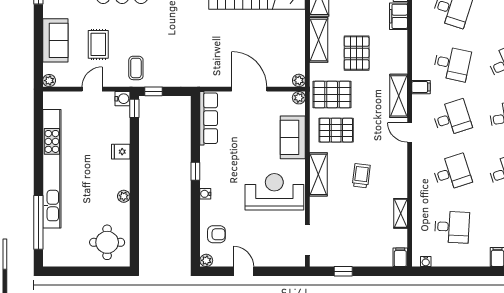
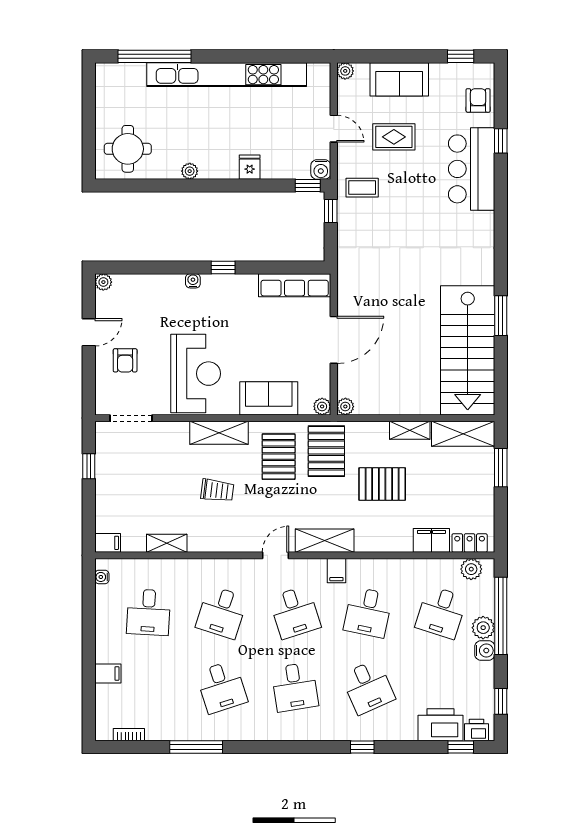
shelving: (319, 40) -> (410, 430), width x0.67, depth x0.75
desk: (452, 172) -> (222, 612), turned 36
armchair: (216, 234) -> (125, 360), moved

